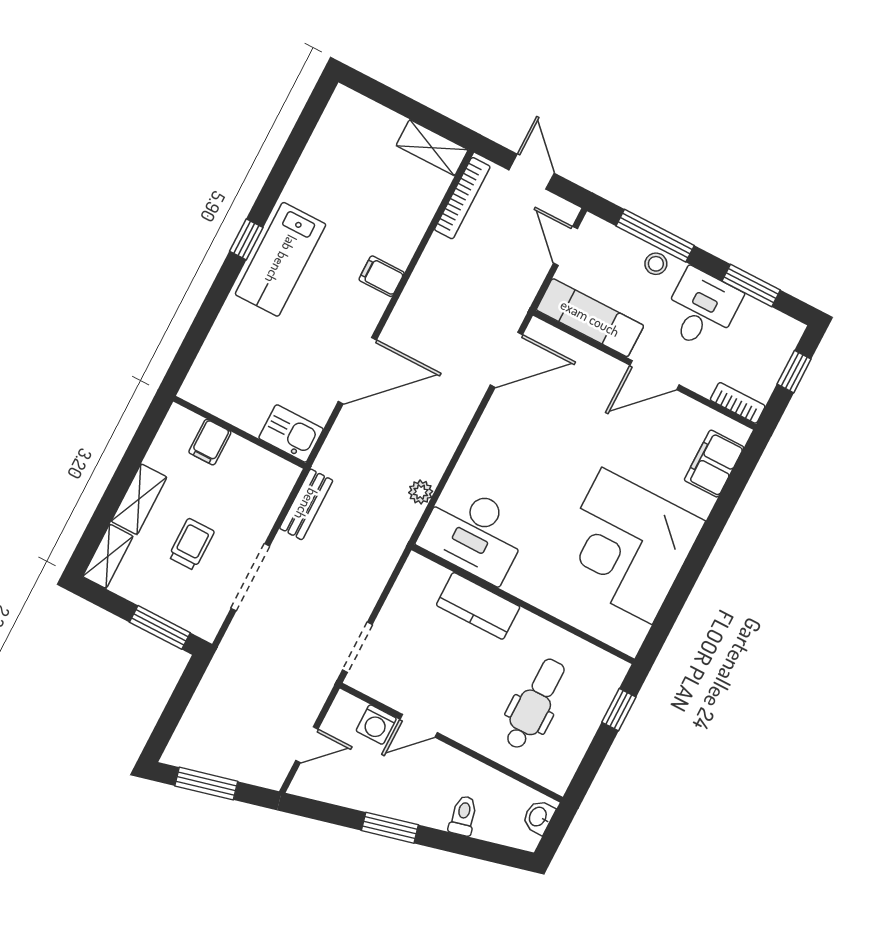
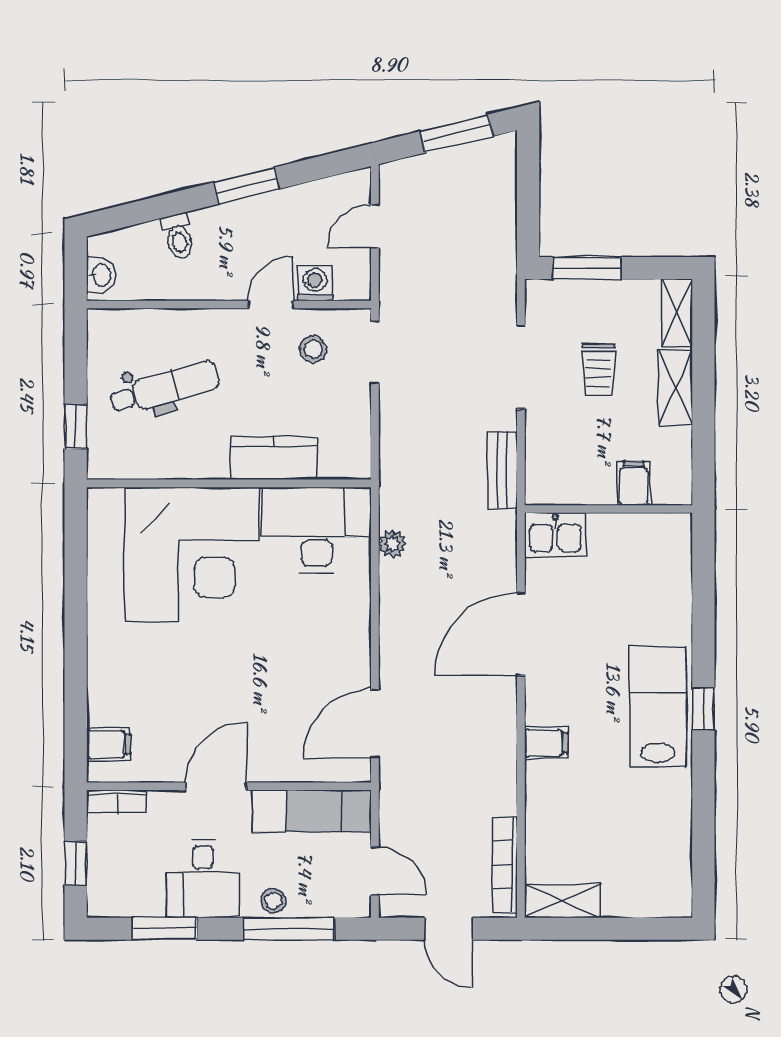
filing cabinet: (714, 464) -> (109, 744), width x0.50
corner desk: (627, 546) -> (192, 554), moved, turned 90
stool: (404, 674) -> (313, 349), added
dental chair: (535, 704) -> (164, 388), turned -106

